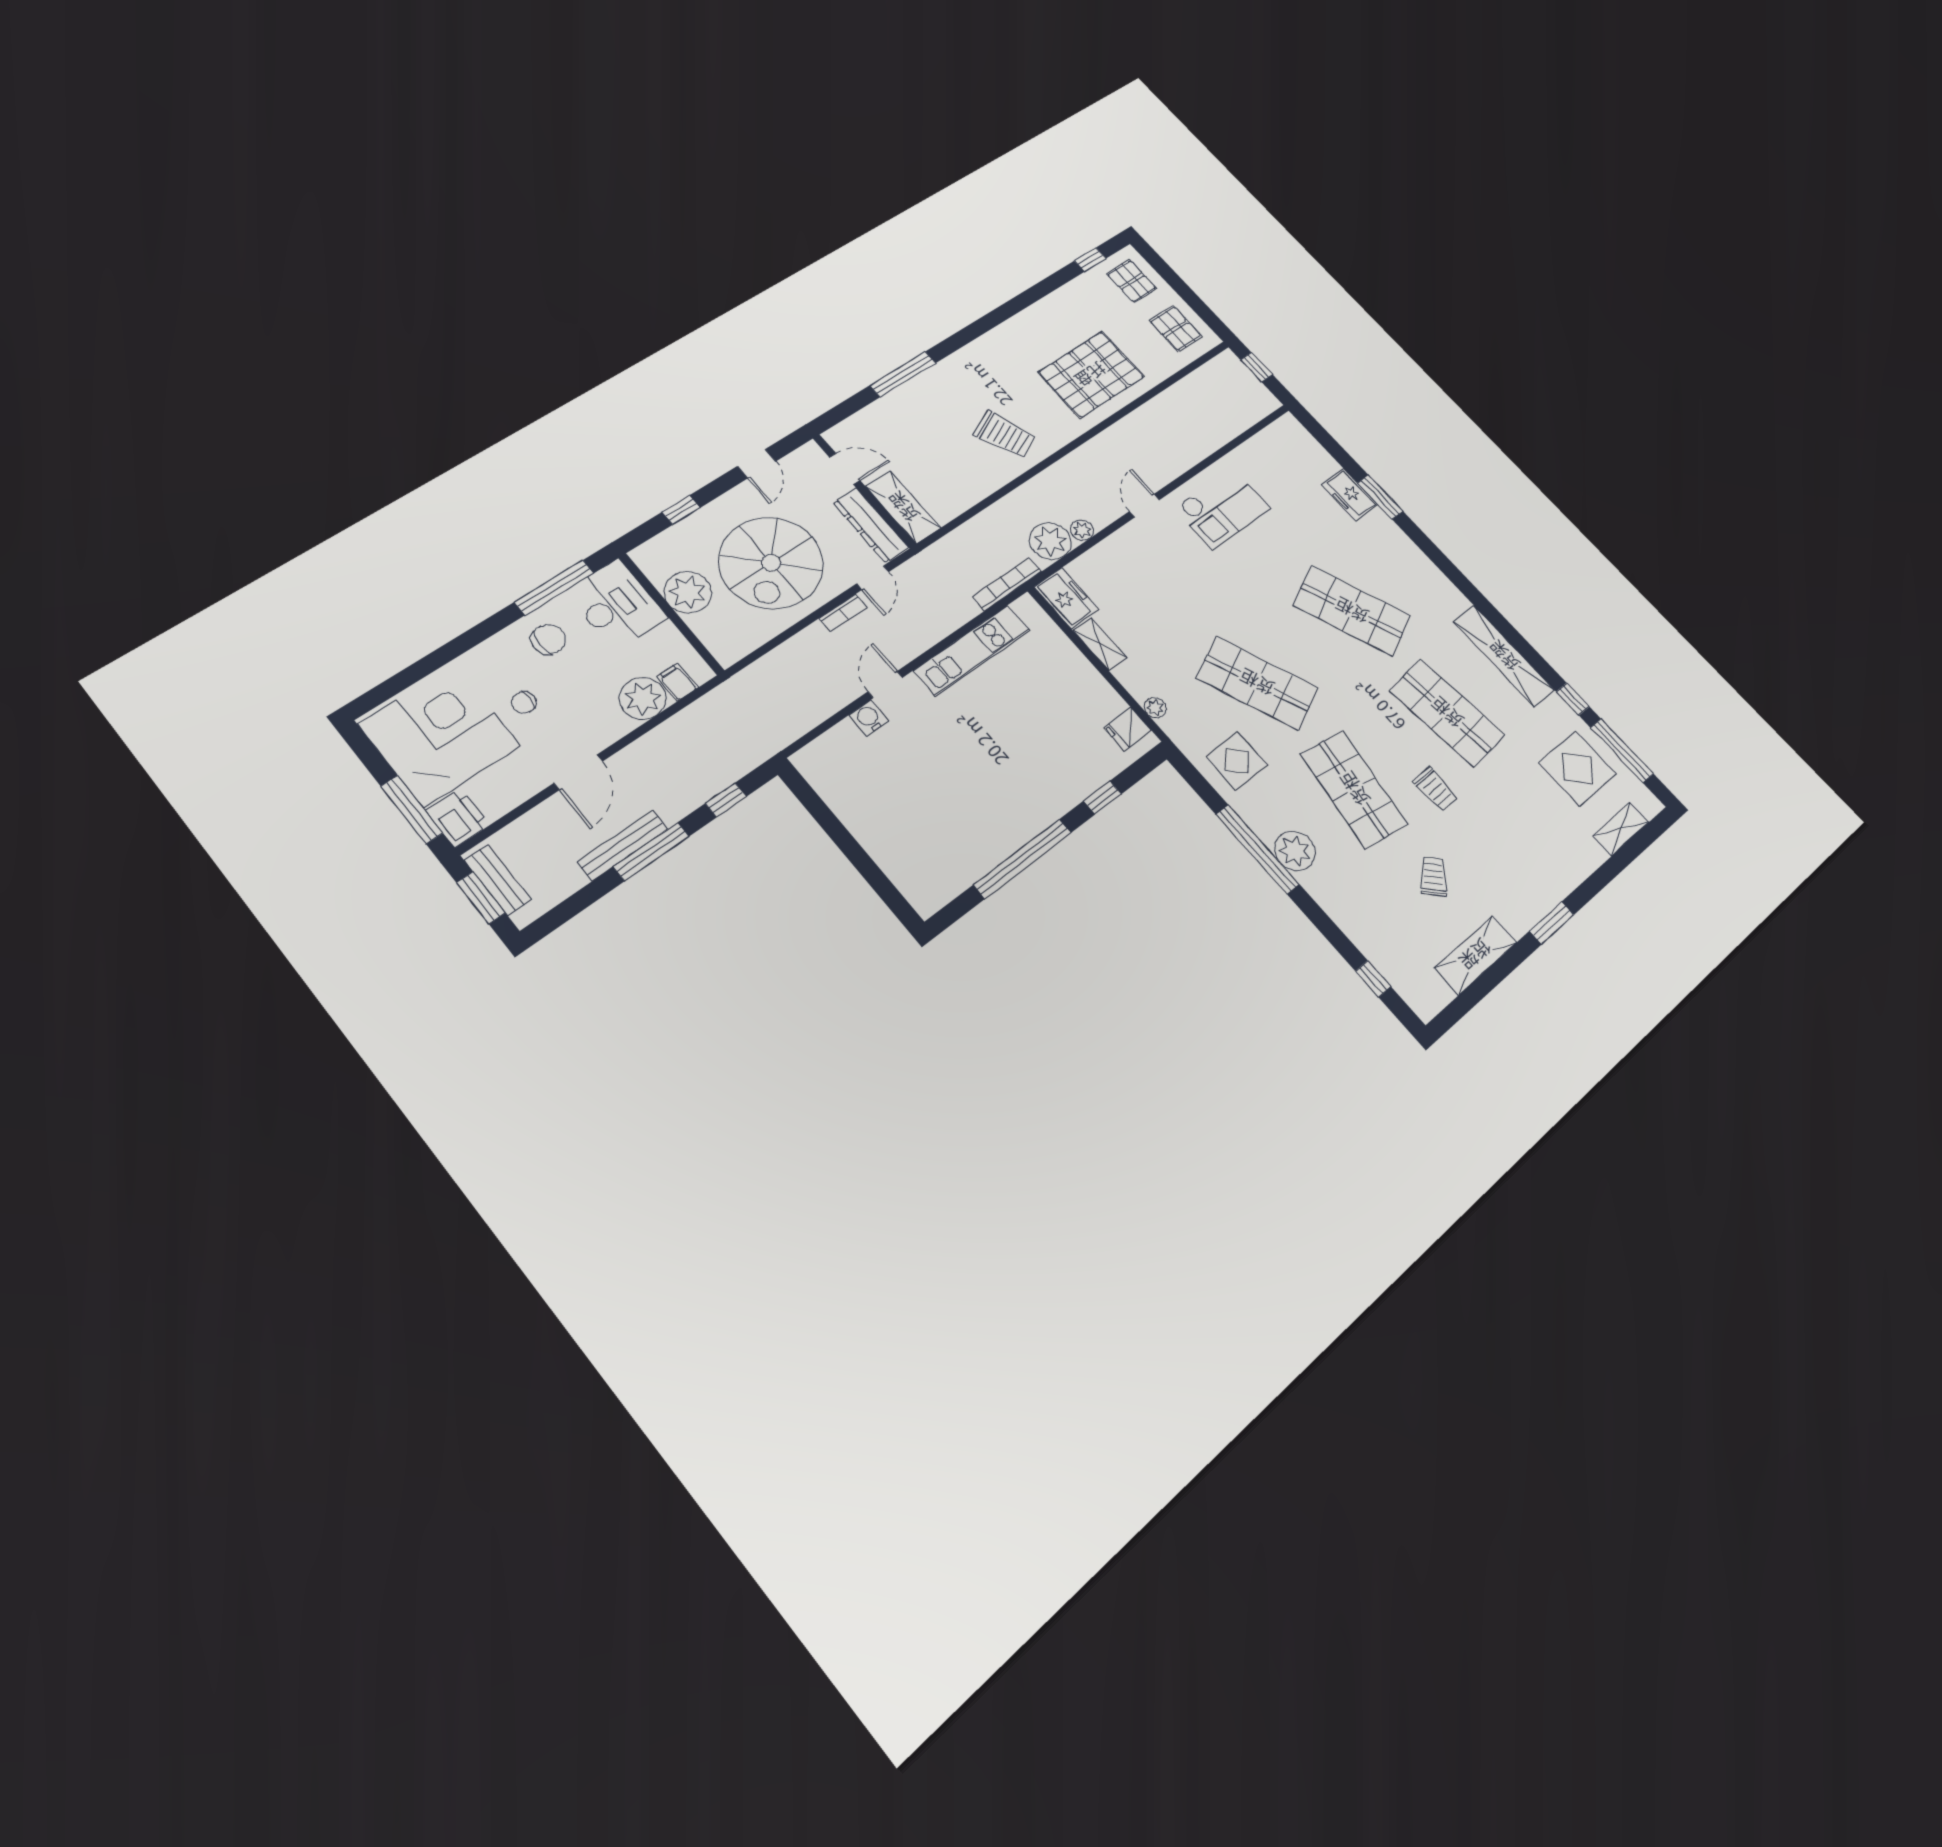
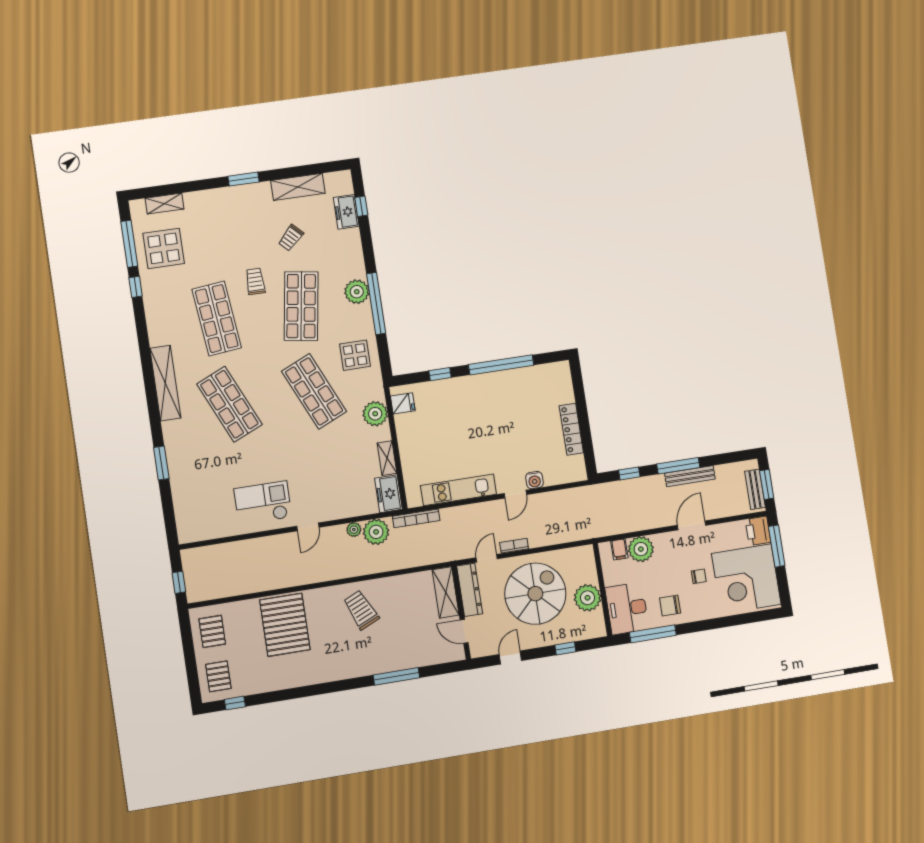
pallet: (1091, 375) -> (285, 625), turned 90
freezer: (1350, 495) -> (346, 212), moved, turned 180
shelving: (1504, 656) -> (165, 383), moved
plant: (1155, 708) -> (375, 414), width x1.88, depth x1.88
locker: (857, 820) -> (571, 429), added

